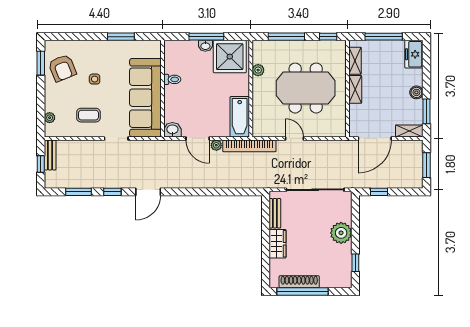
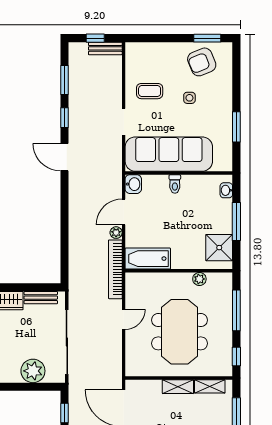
washbasin: (205, 46) -> (226, 190), moved
shower: (230, 57) -> (219, 248), width x0.73, depth x0.73
toilet: (172, 79) -> (175, 184), moved
coffee table: (88, 115) -> (150, 91), turned 90
plant: (50, 118) -> (147, 48), removed
plant: (341, 233) -> (33, 371), moved

